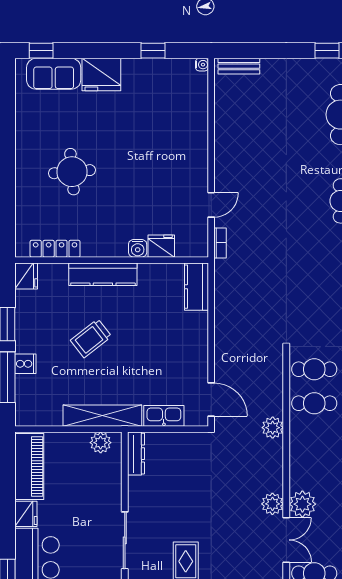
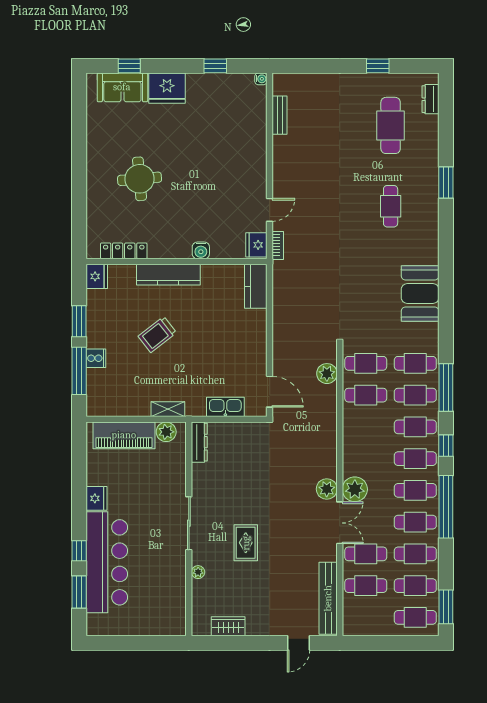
window: (41, 51) -> (129, 66), moved
bench: (239, 66) -> (280, 115), moved, turned 90
fridge: (161, 246) -> (256, 245), moved, turned -90
shelving: (102, 416) -> (168, 409), width x0.45, depth x0.75
plant: (273, 428) -> (327, 374), moved
piano: (29, 466) -> (124, 435), moved, turned 90

